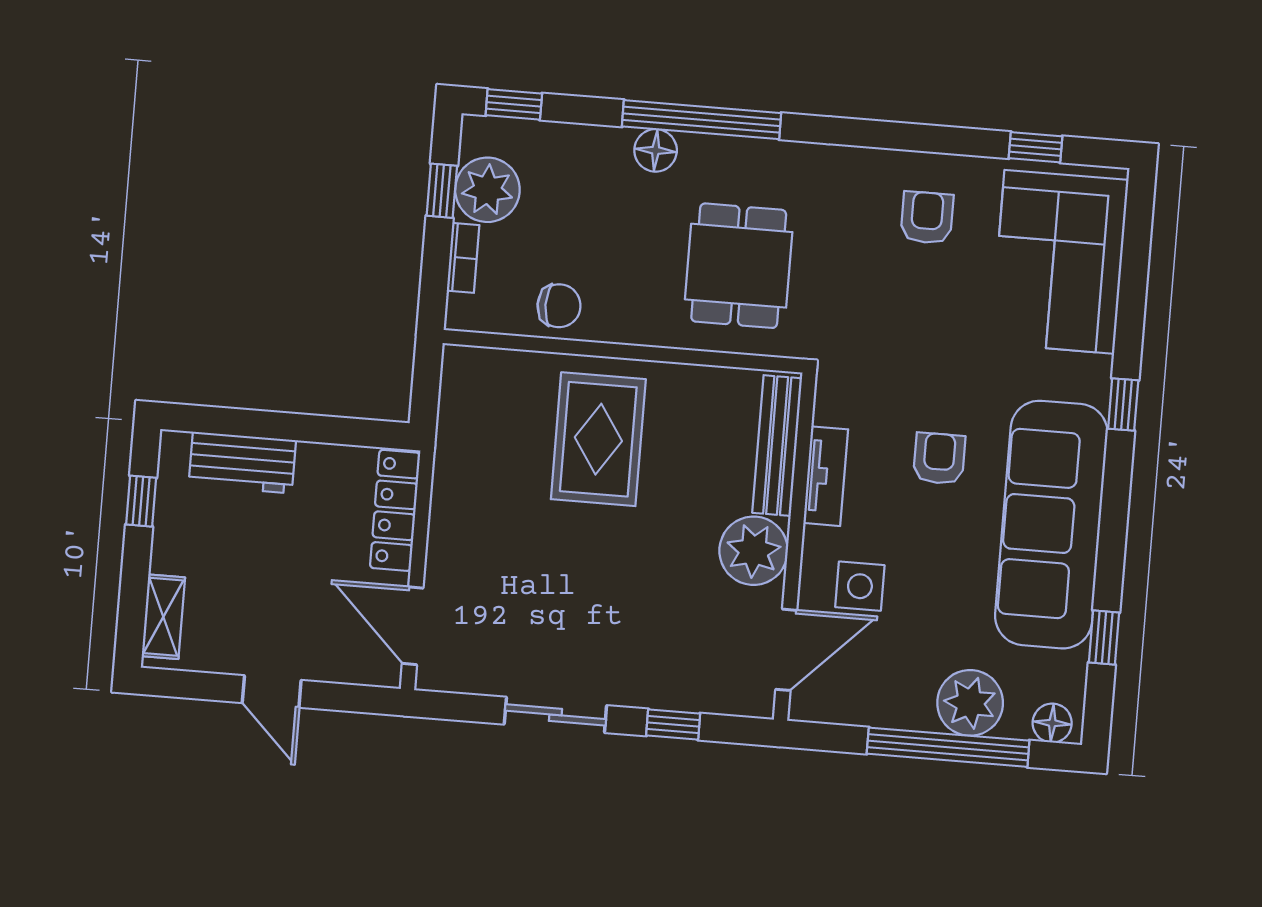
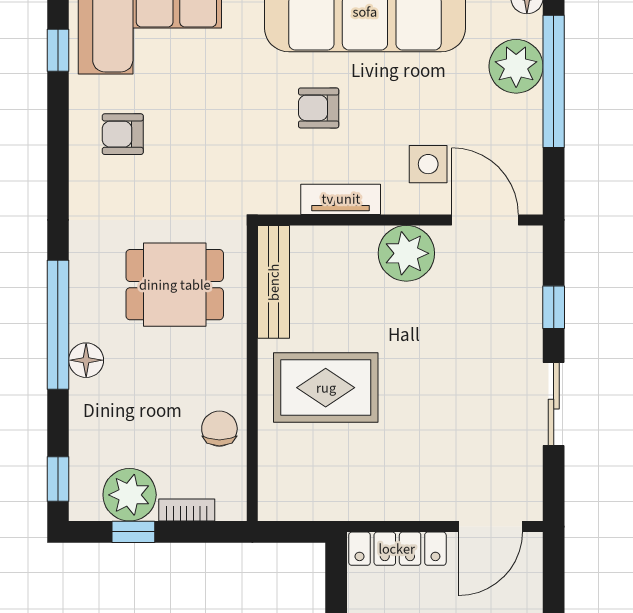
bench: (777, 446) -> (274, 282), moved, turned 90

